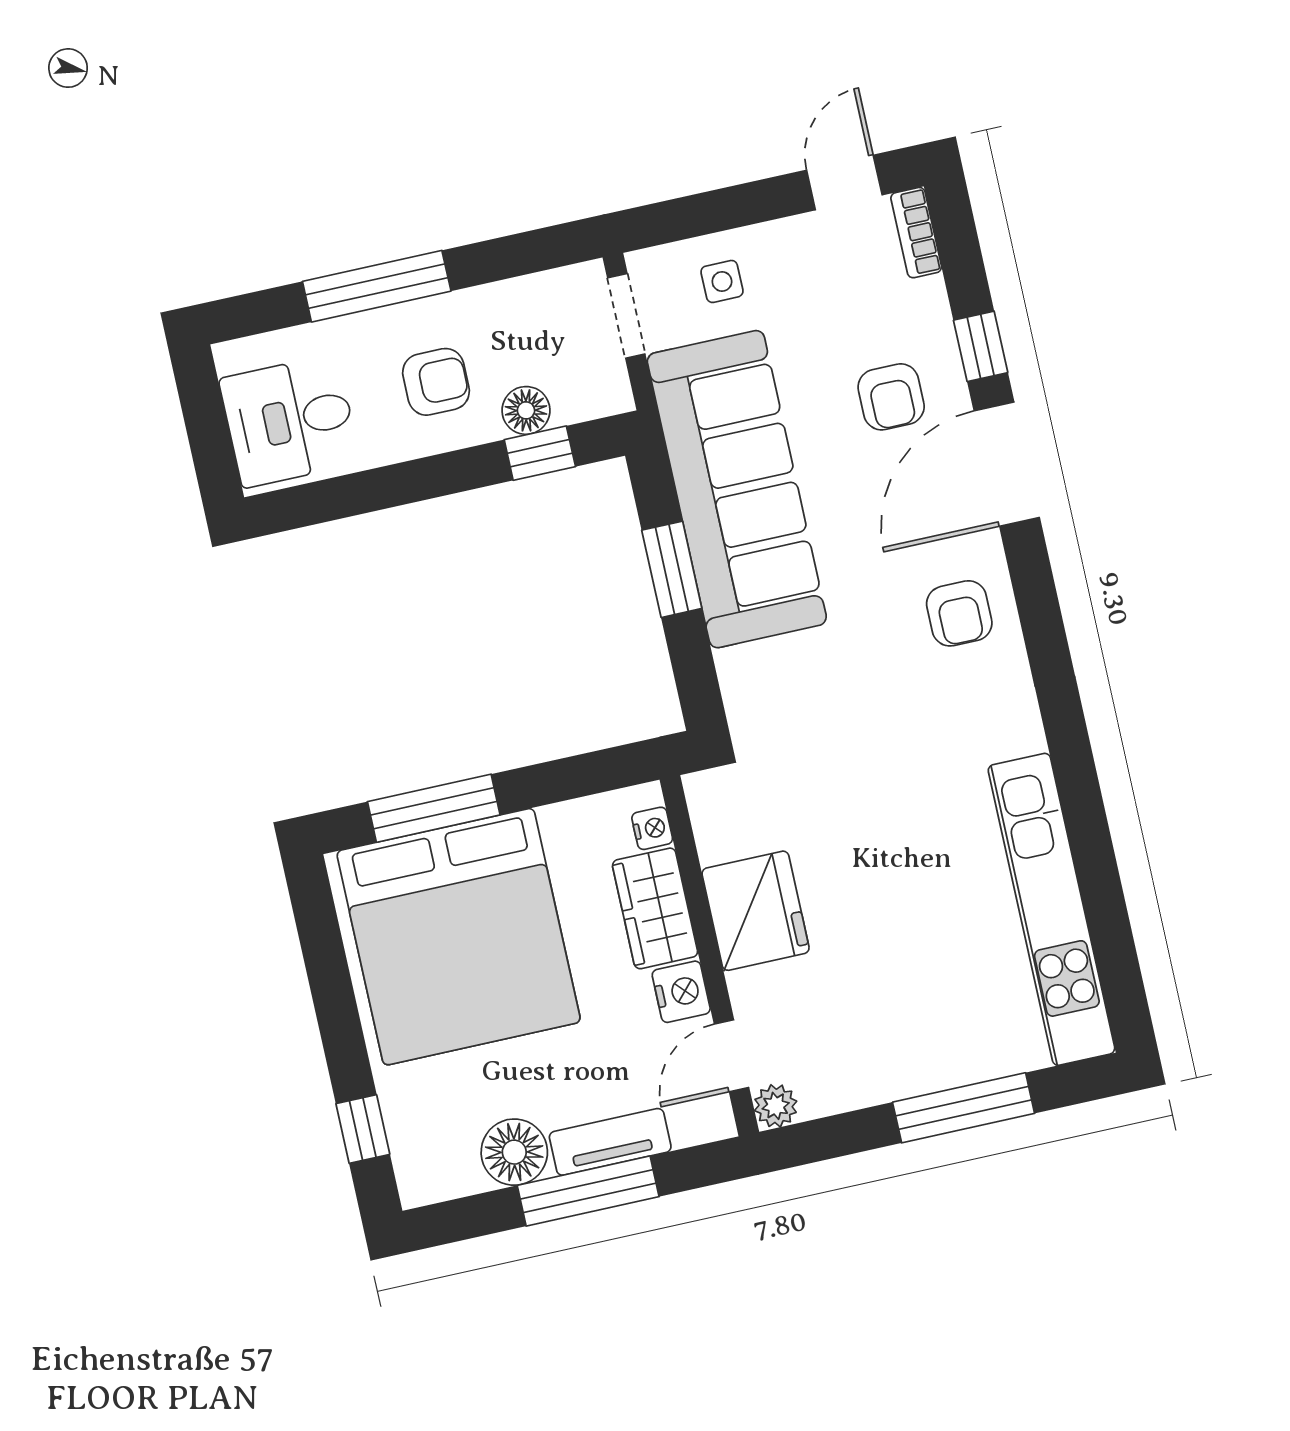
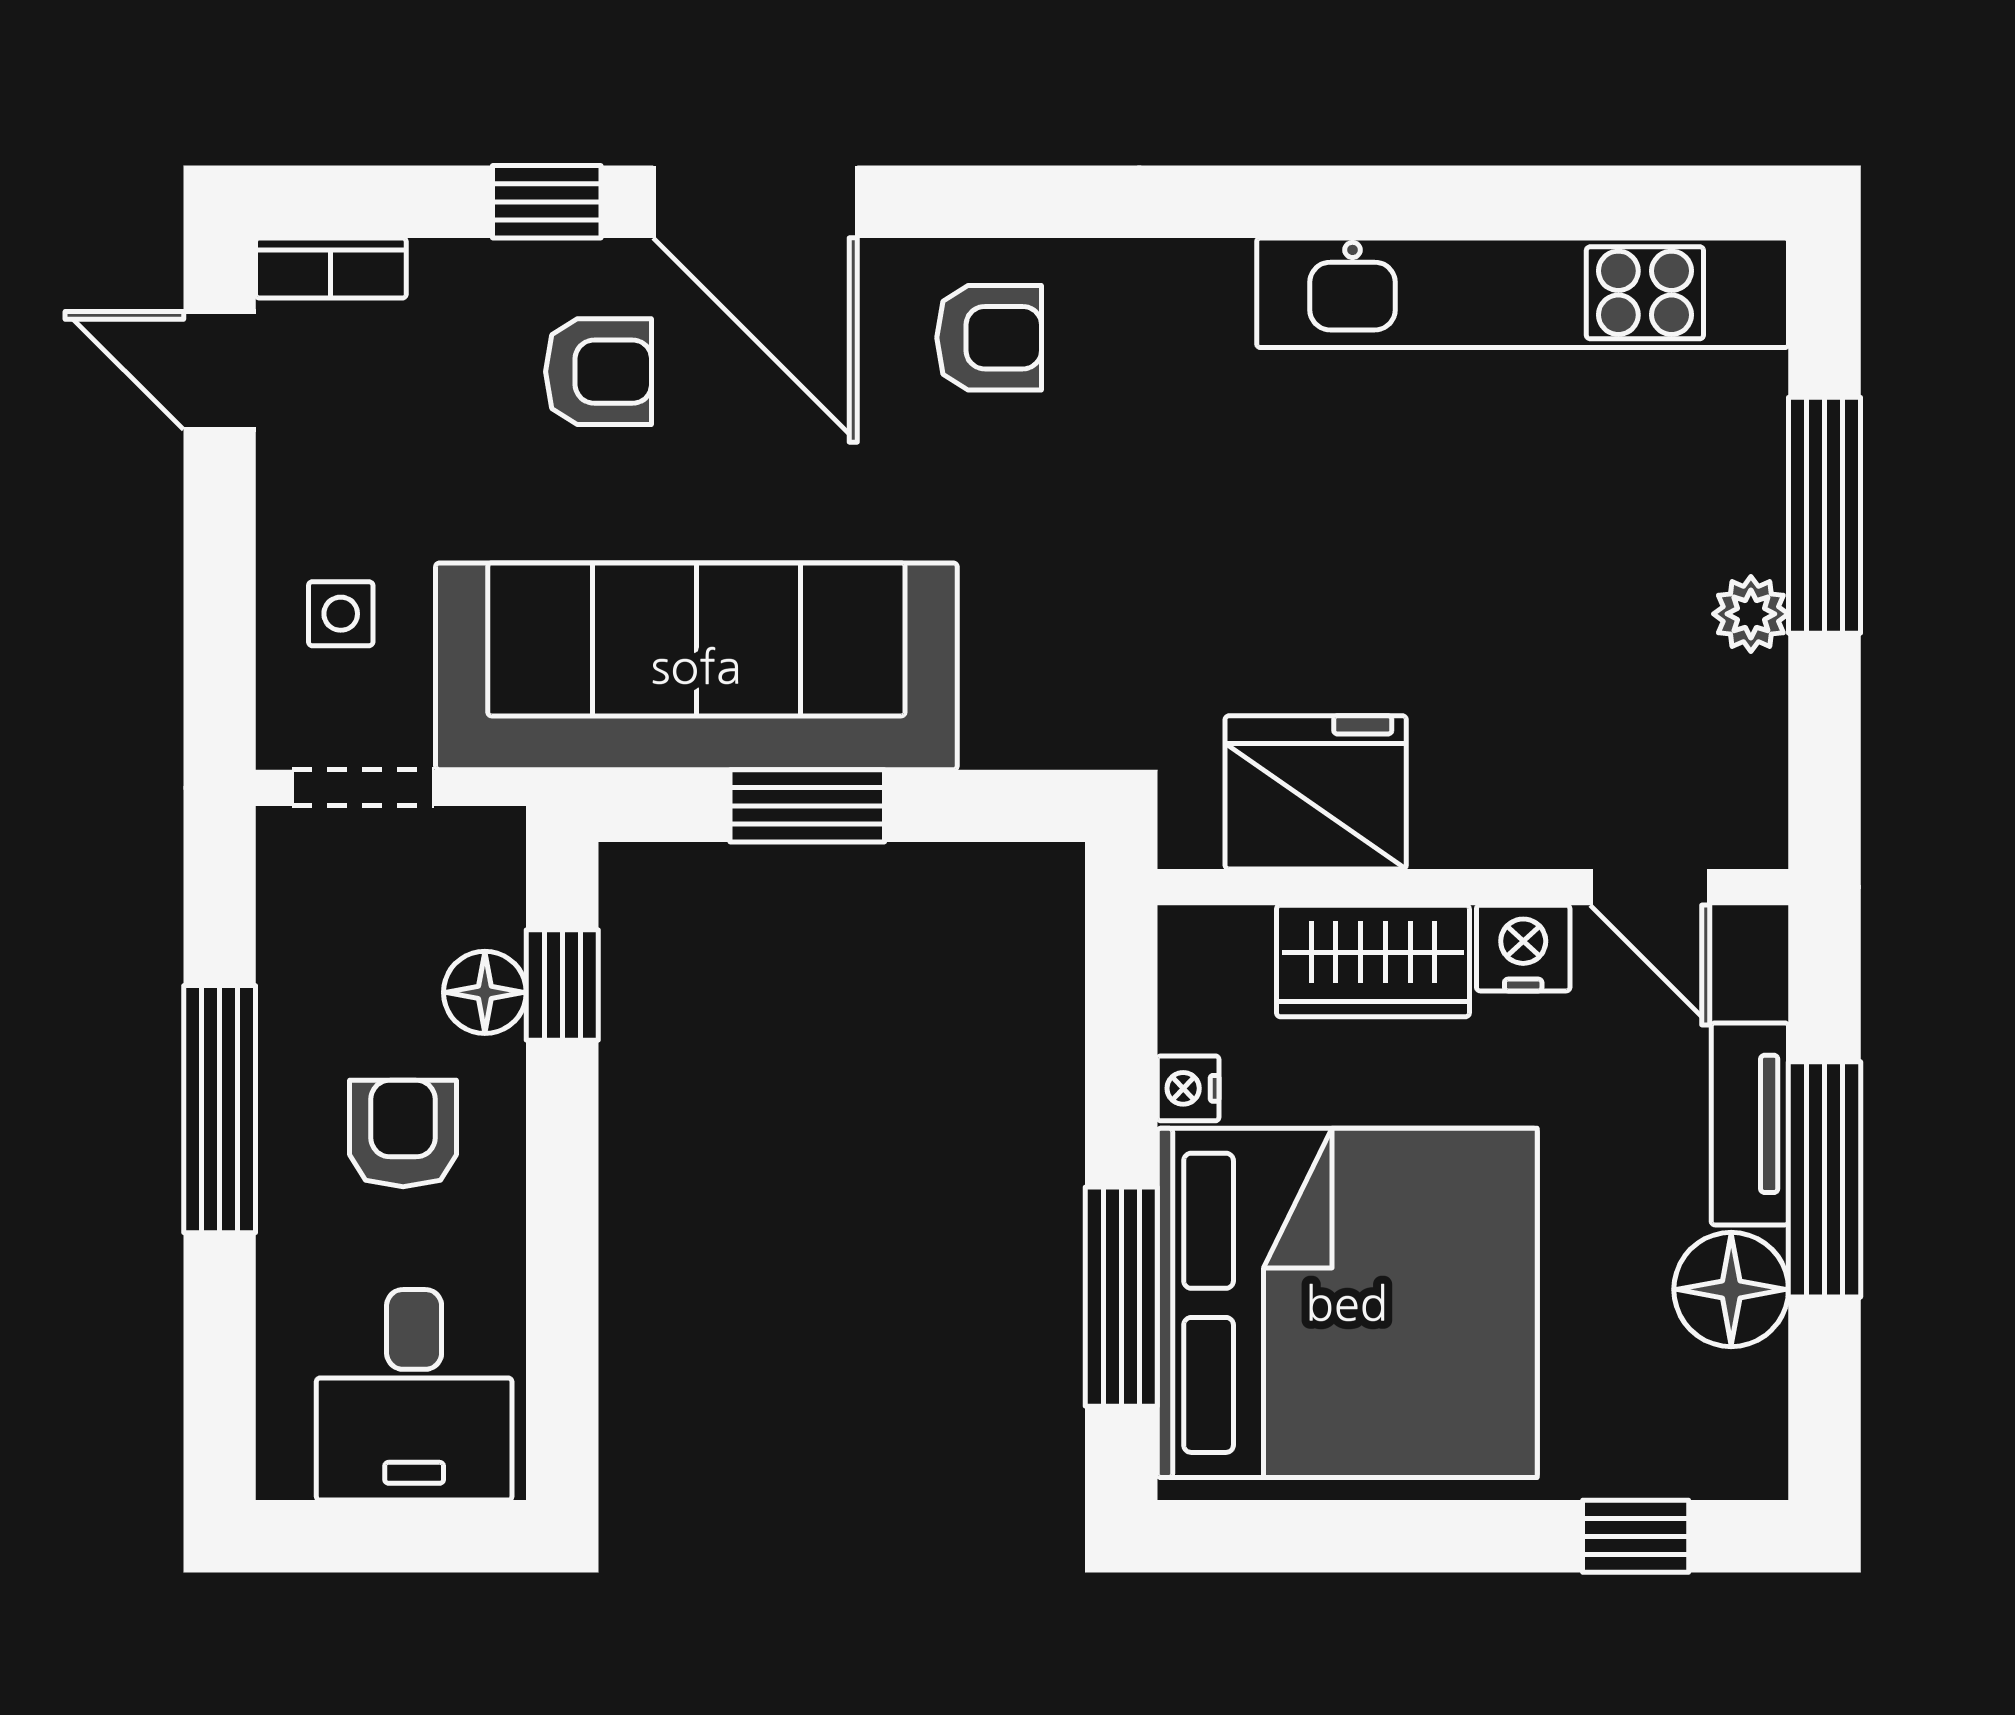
window: (377, 286) -> (220, 1109), moved
nightstand: (652, 828) -> (1188, 1088), moved, turned -90
fridge: (756, 911) -> (1316, 792), moved
plant: (776, 1106) -> (1751, 614), moved

